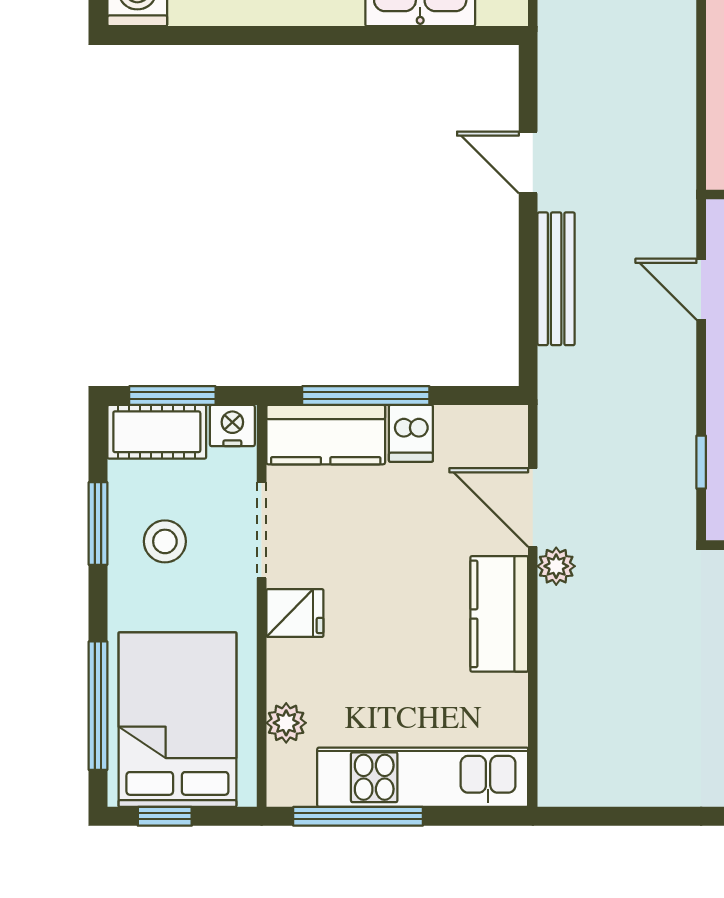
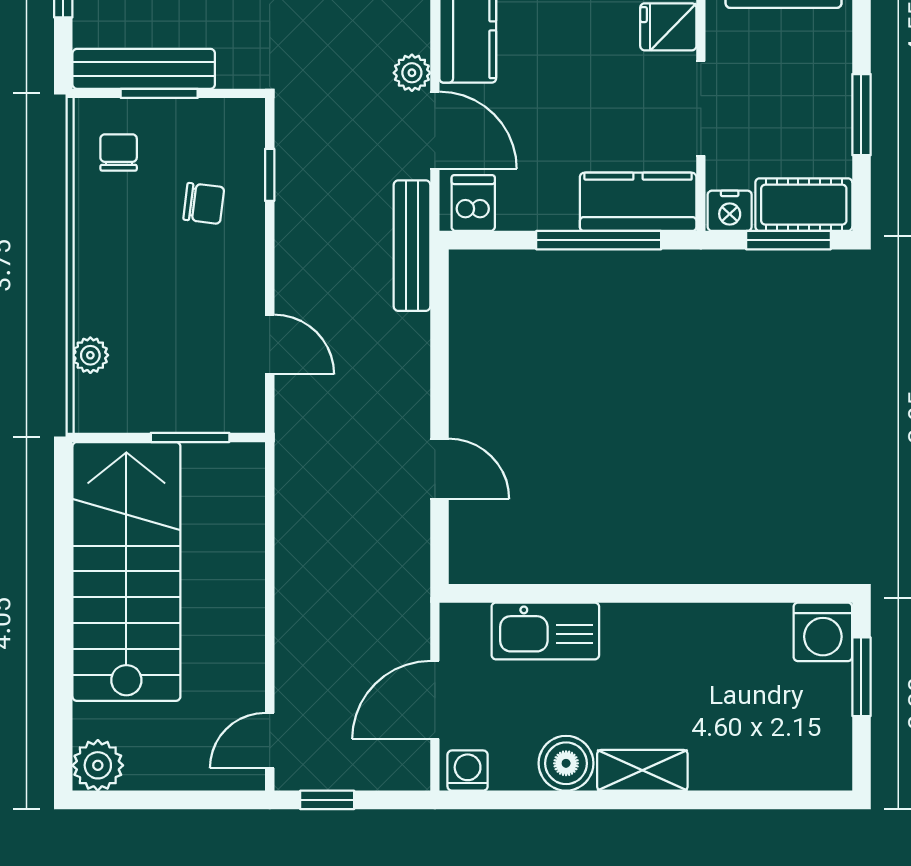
bench: (556, 279) -> (412, 246), moved
dishwasher: (411, 433) -> (473, 203), moved
stool: (165, 541) -> (796, 97), removed

